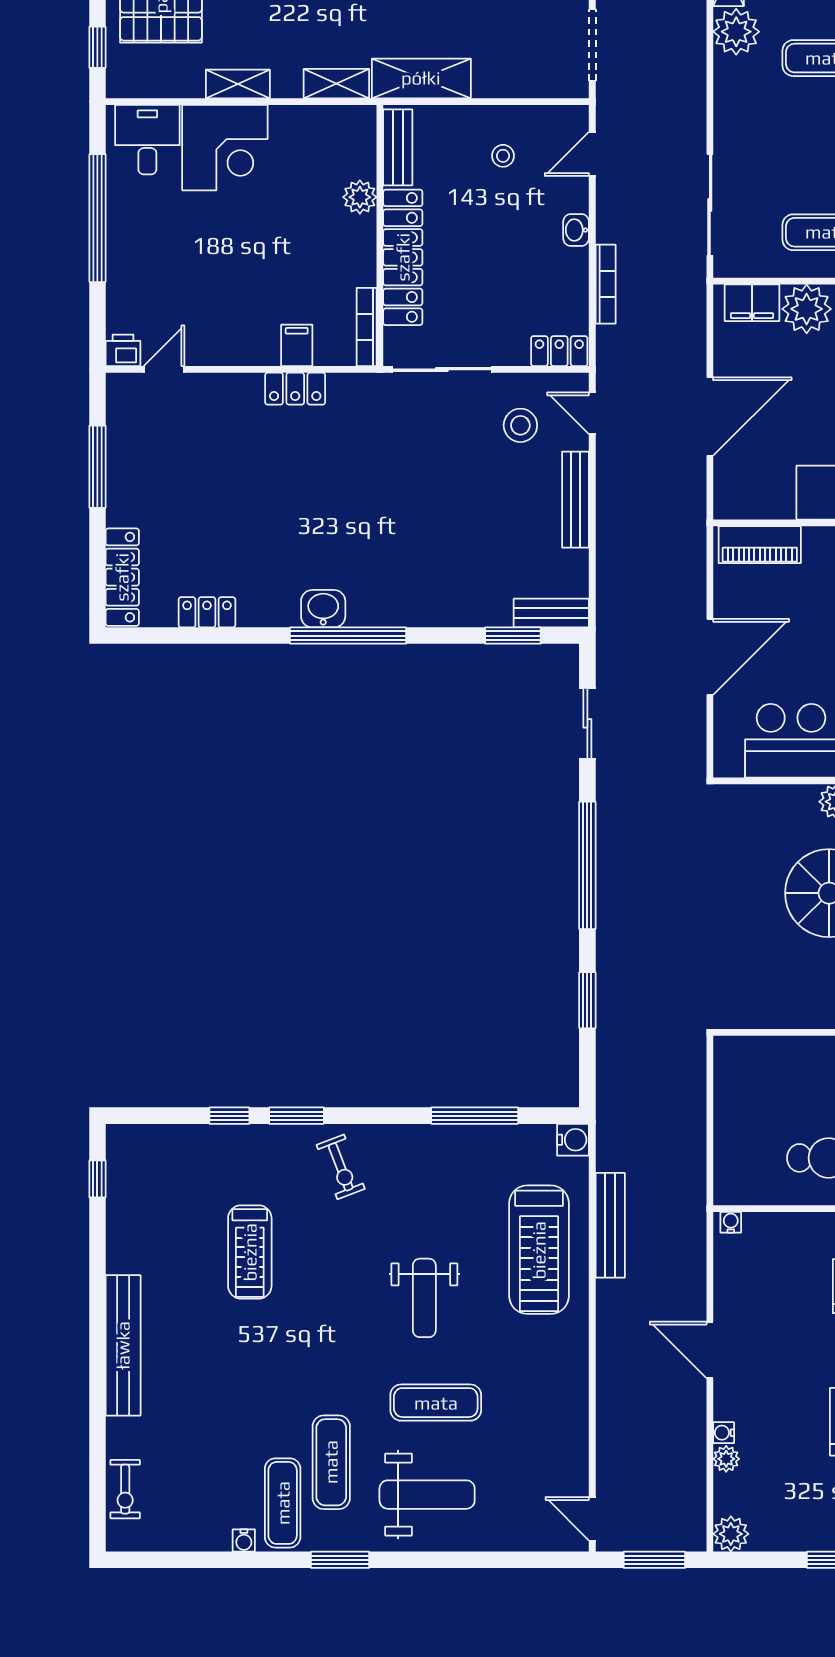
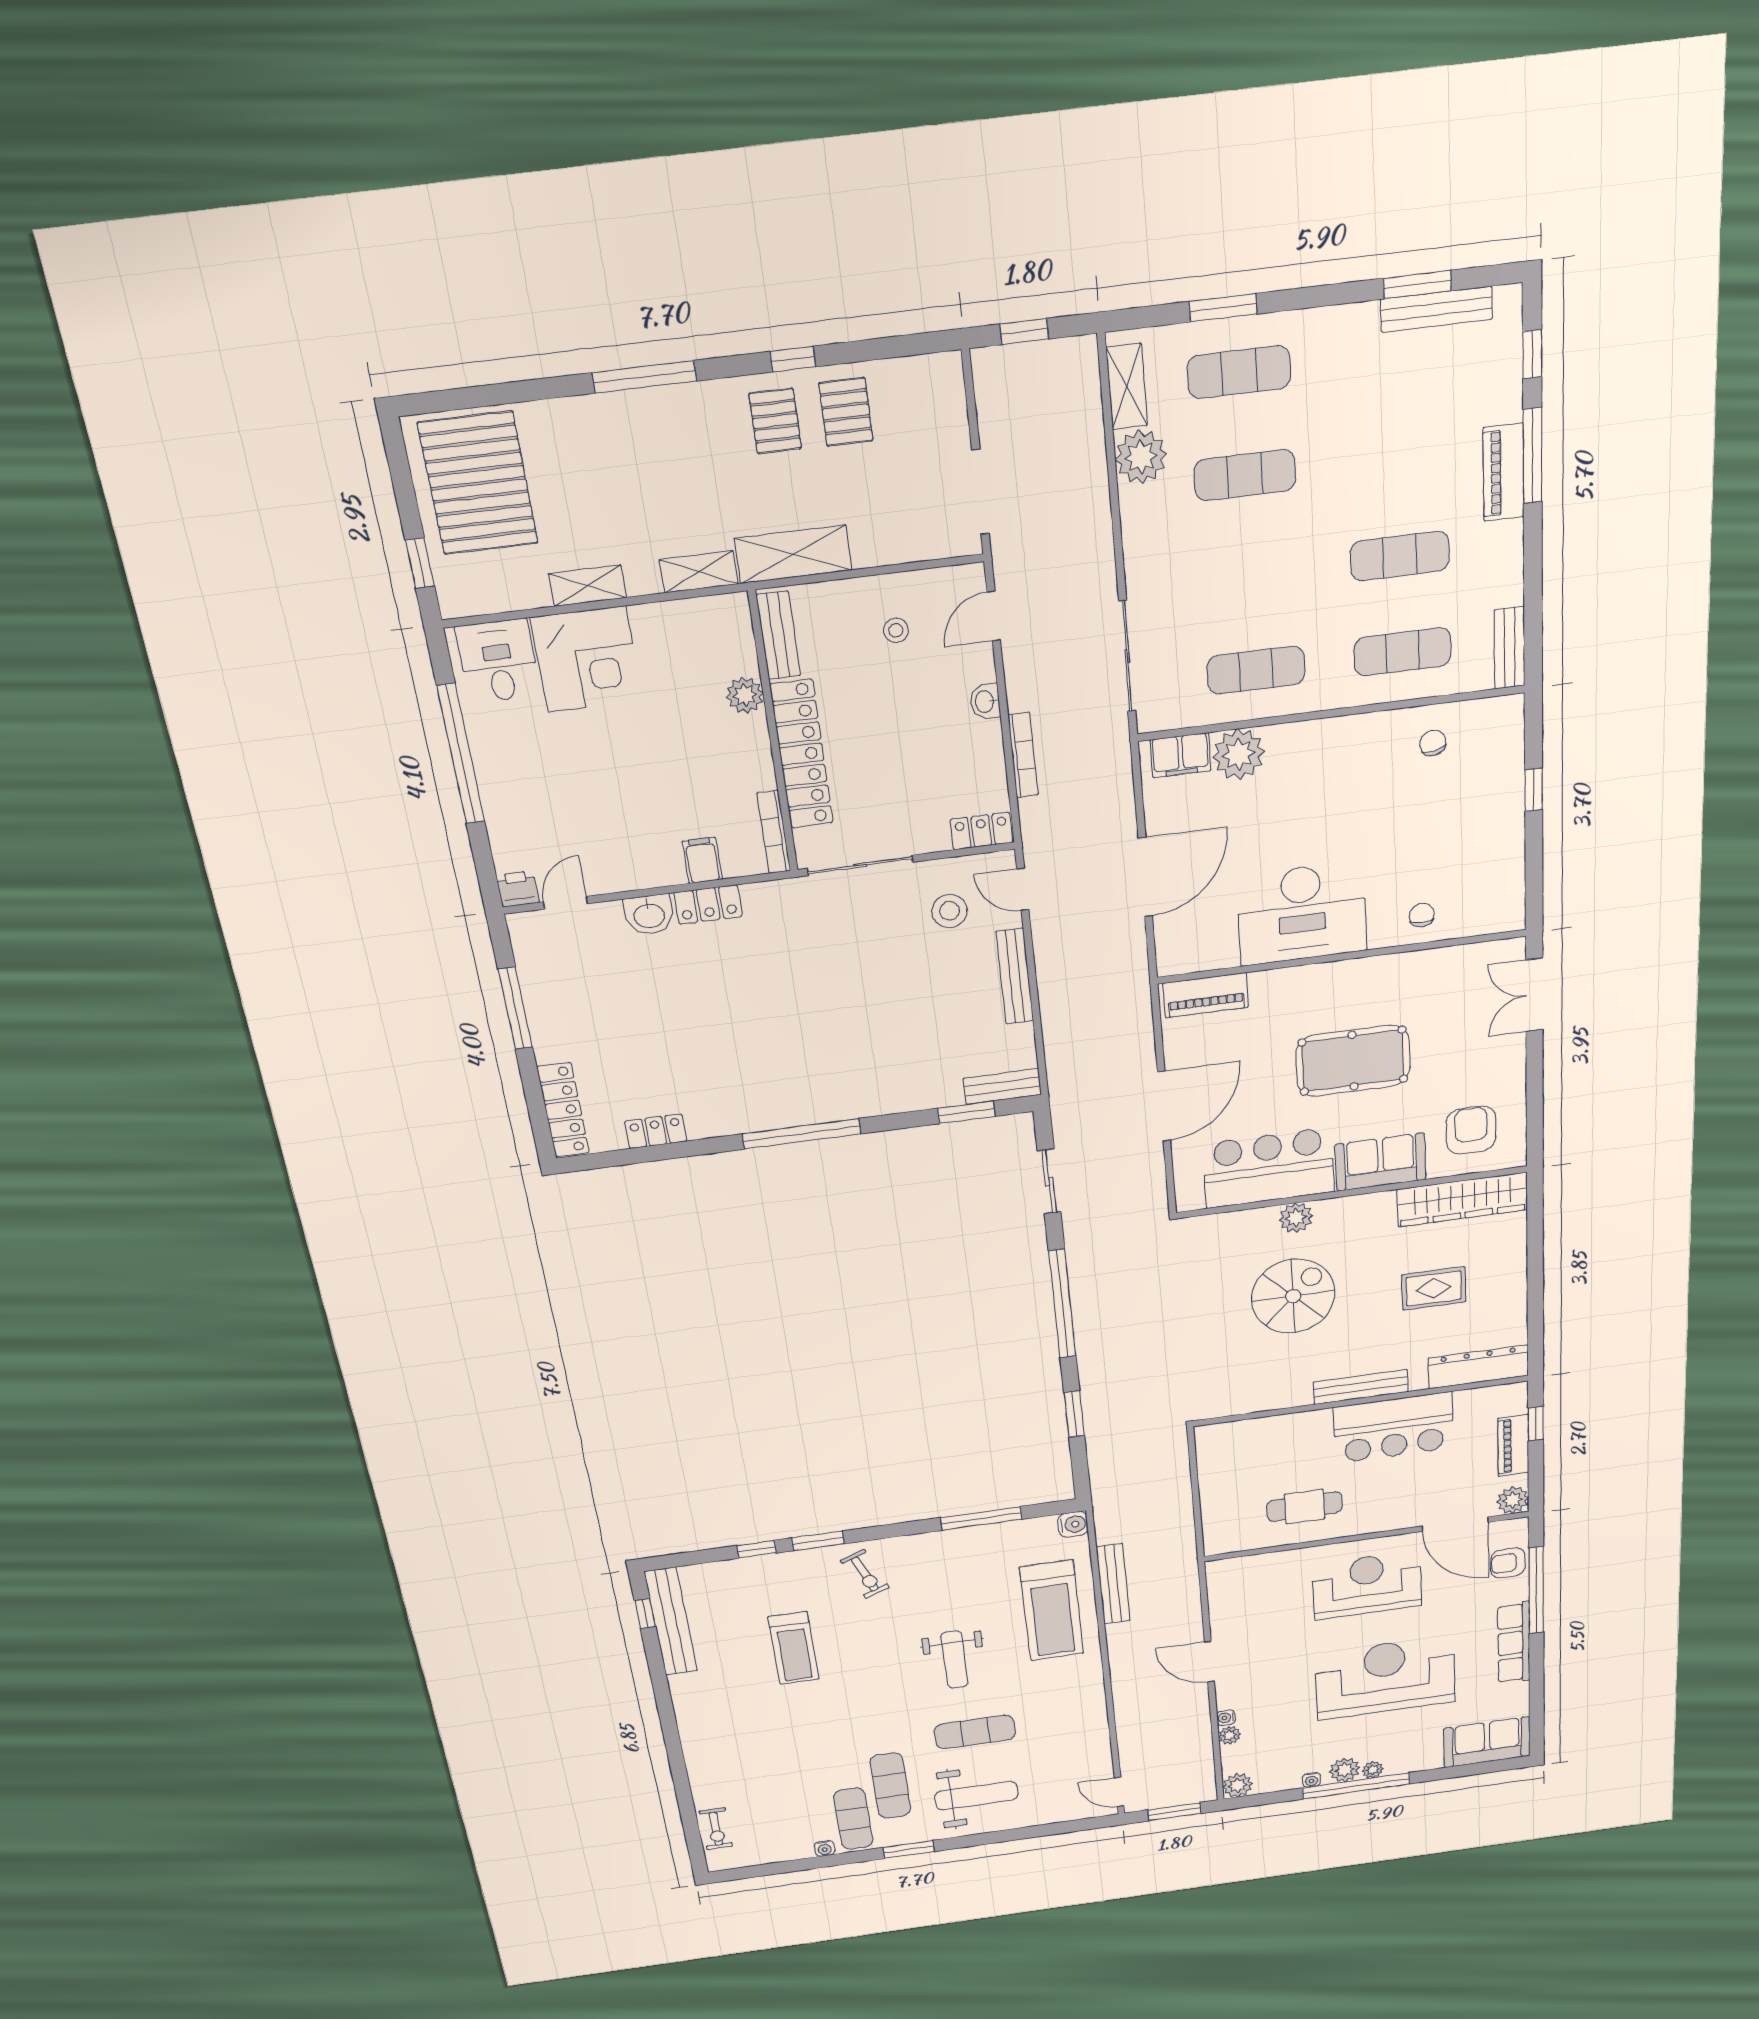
washbasin: (323, 609) -> (649, 915), moved, turned 180
water cooler: (731, 1222) -> (1311, 1780), moved, turned 180
bench: (123, 1345) -> (671, 1621), moved

